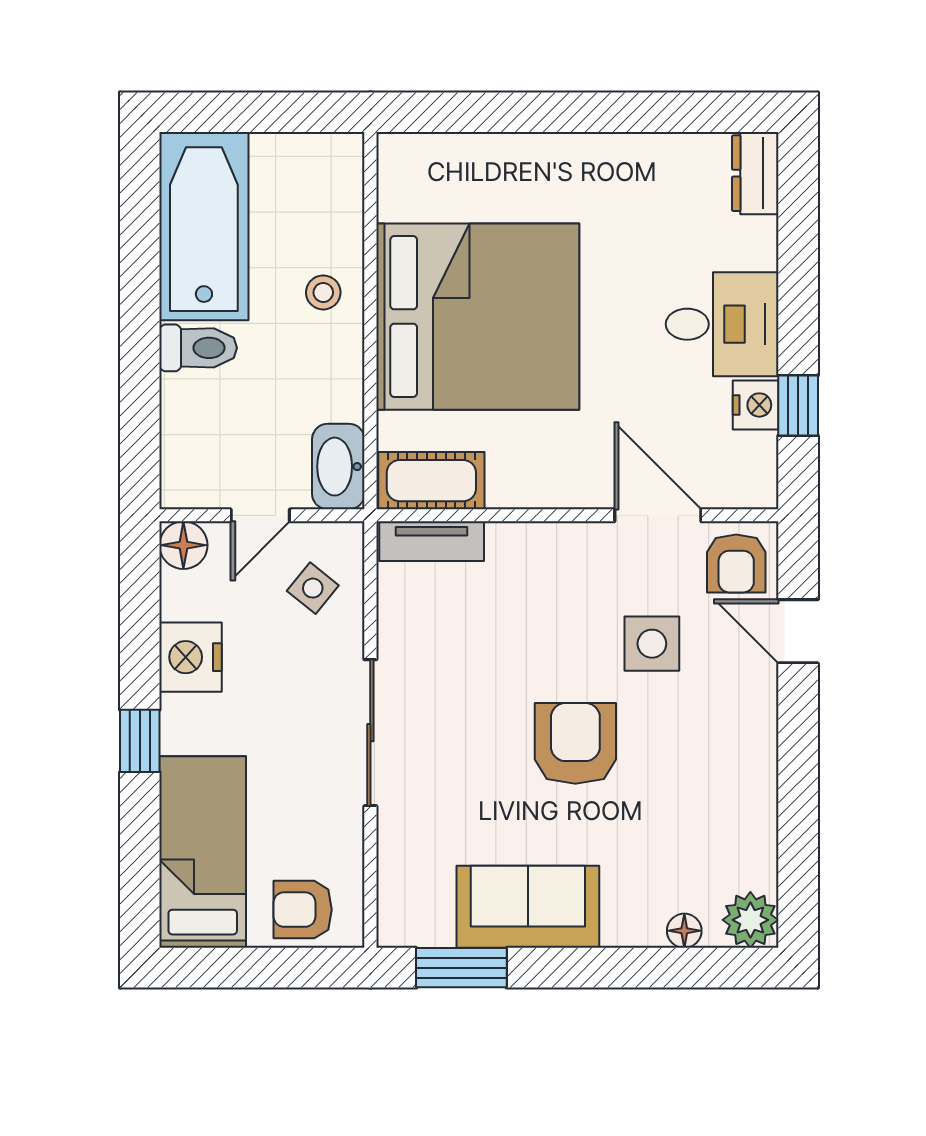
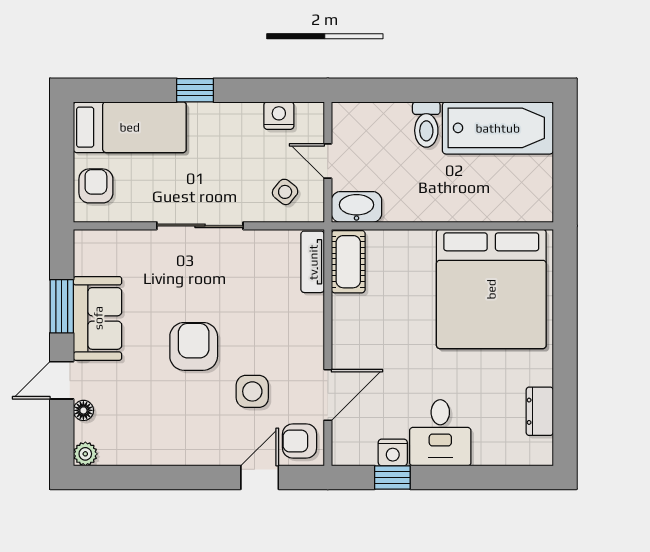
dresser: (755, 173) -> (540, 411), moved, turned -90
stool: (323, 292) -> (459, 198), removed
bed: (478, 317) -> (491, 289), moved
floor lamp: (183, 545) -> (310, 116), removed
nightstand: (191, 657) -> (279, 116), moved, width x0.74, depth x0.75
armchair: (575, 743) -> (194, 346), turned -90
plant: (750, 920) -> (85, 454), width x0.73, depth x0.73
window: (461, 968) -> (62, 306), moved
door: (633, 968) -> (62, 380), added

